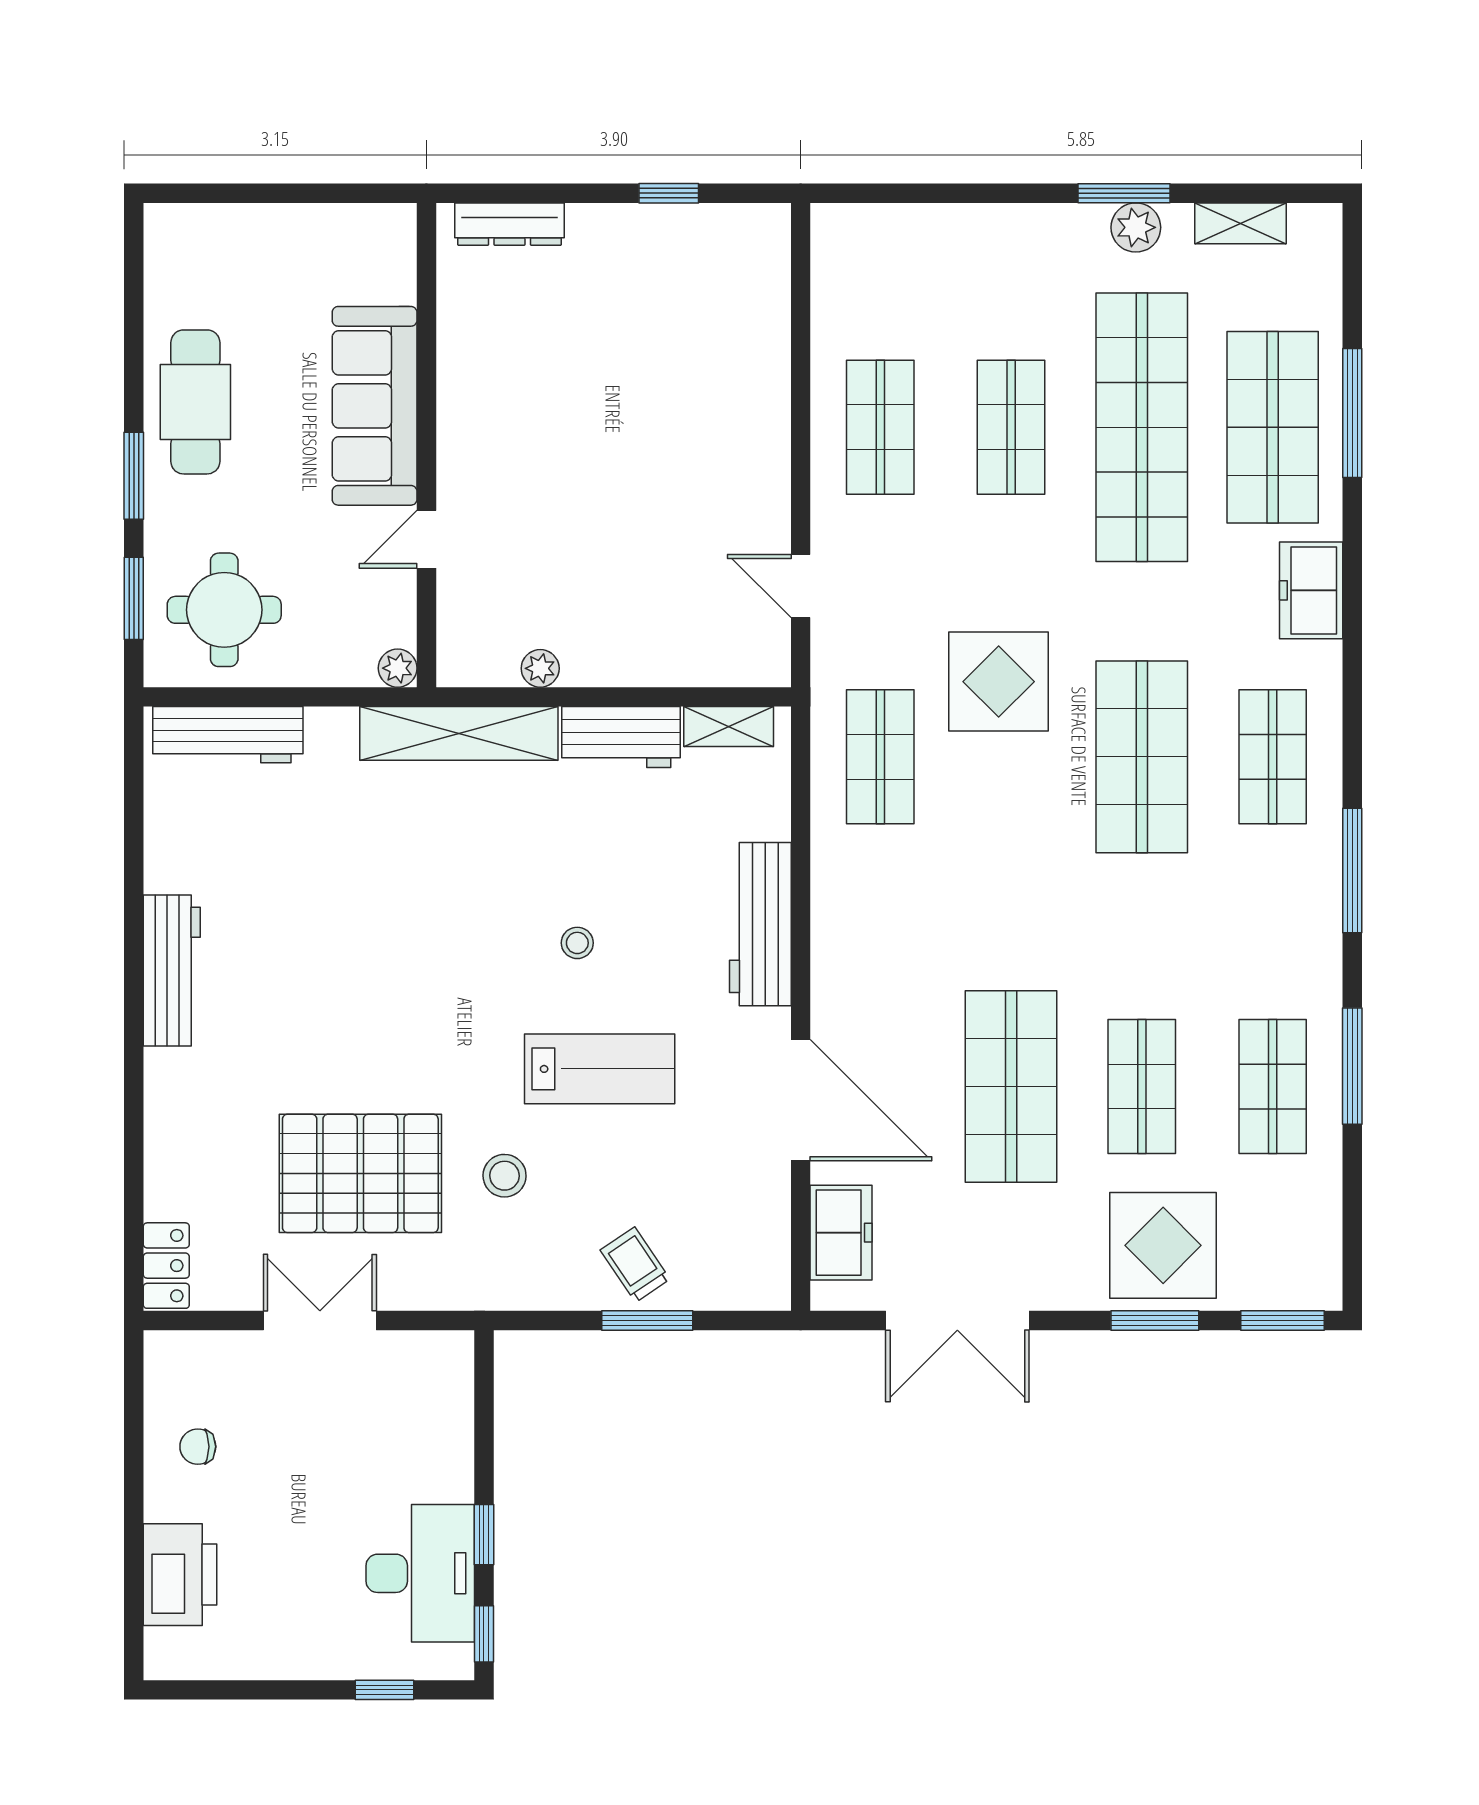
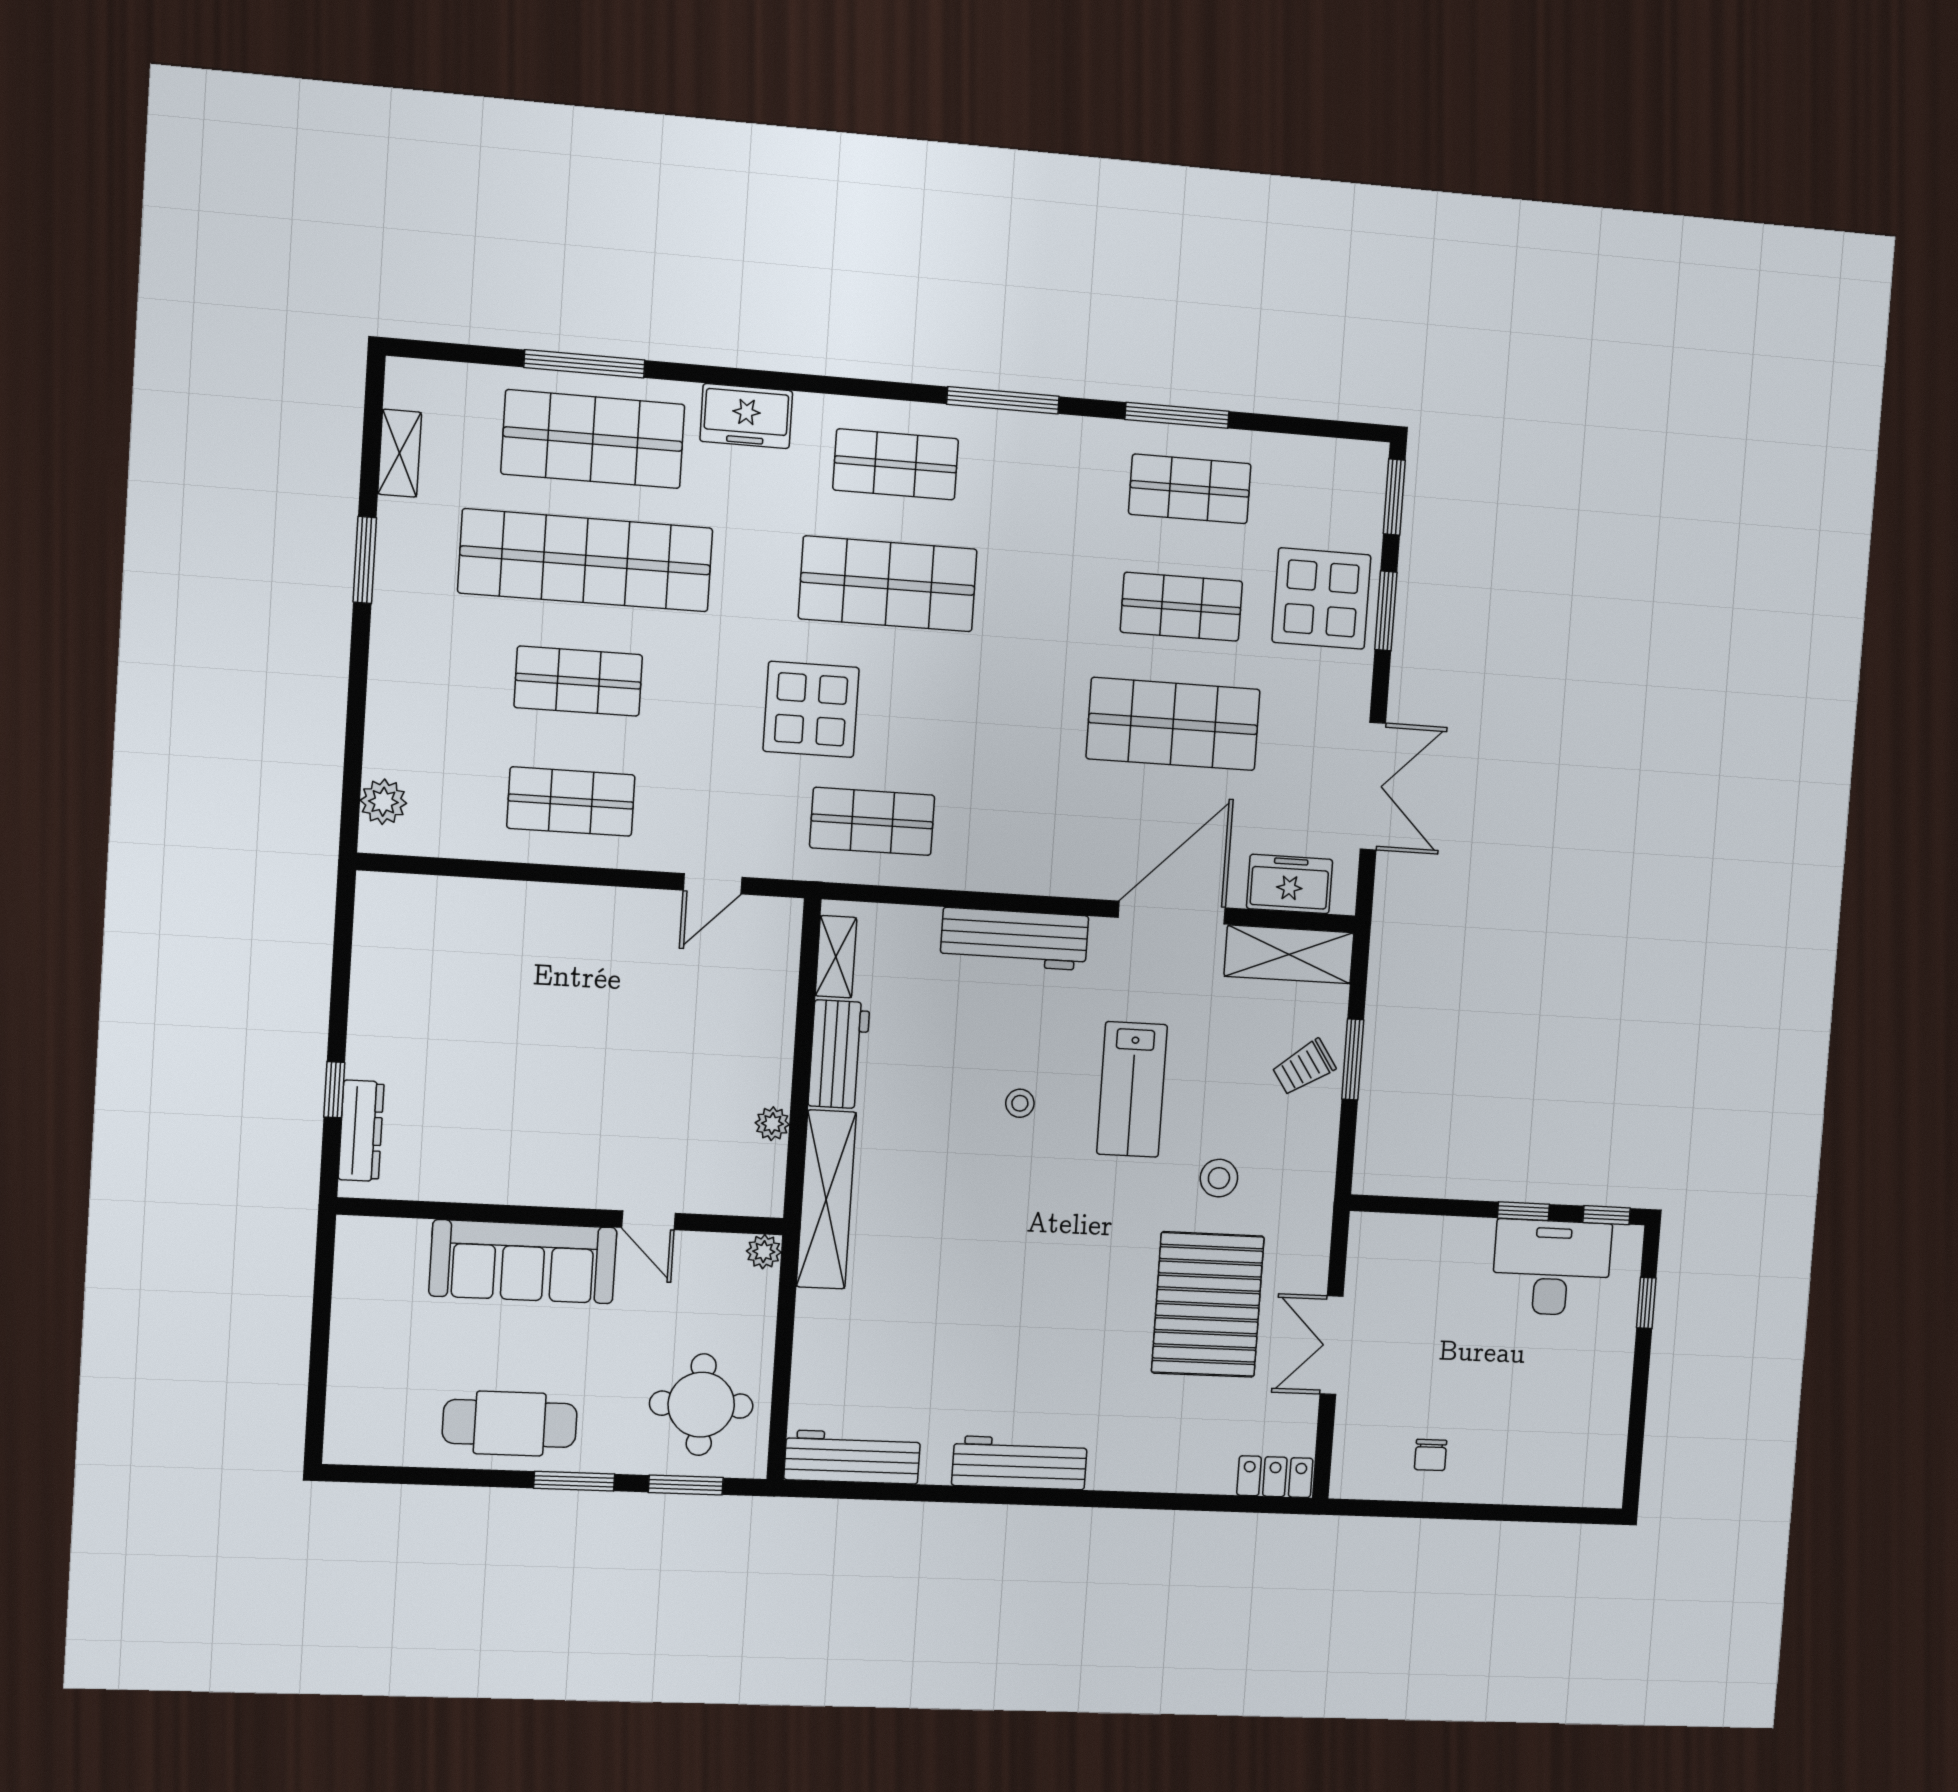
window: (669, 193) -> (334, 1090), moved
plant: (1136, 227) -> (383, 802), moved
workbench: (228, 735) -> (852, 1457), moved, turned -90
lab bench: (600, 1069) -> (1132, 1089), turned 180
shelving: (762, 1238) -> (1289, 954), added
printer: (180, 1575) -> (1537, 1474), removed

